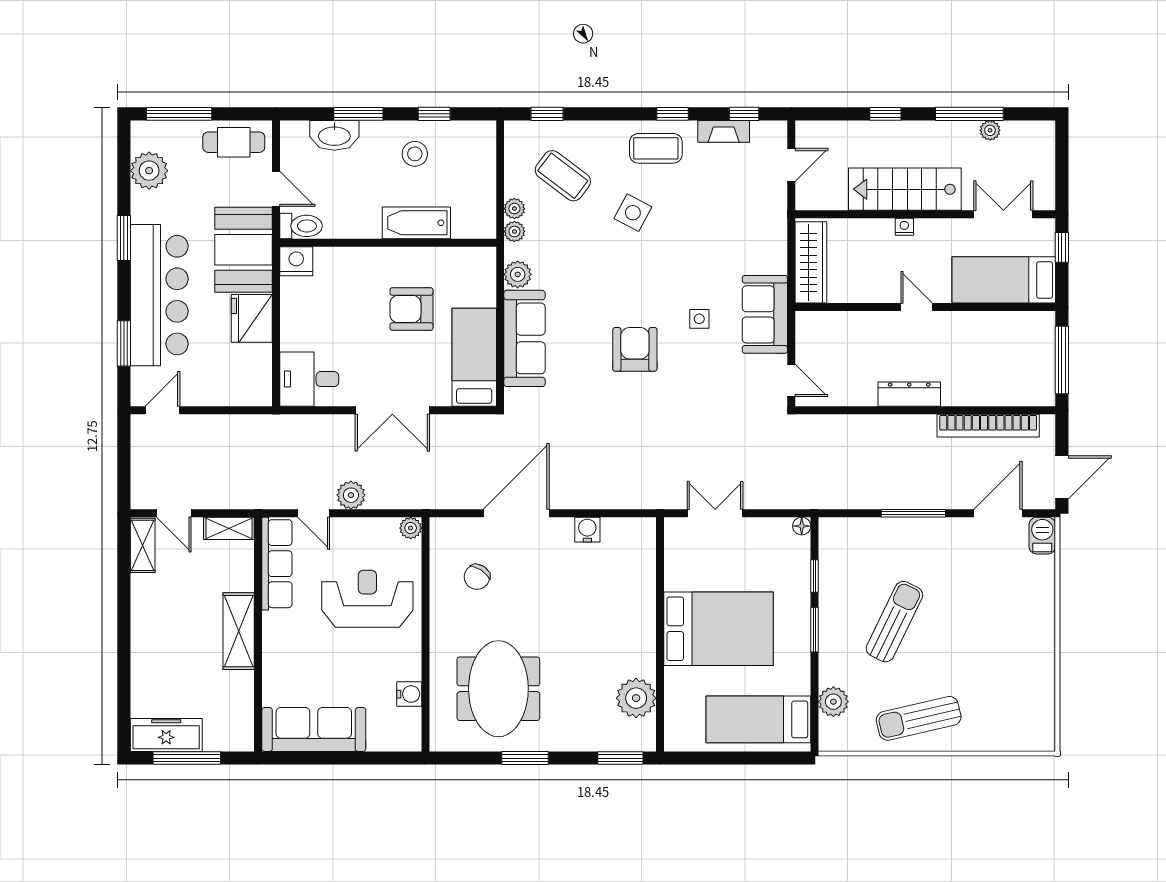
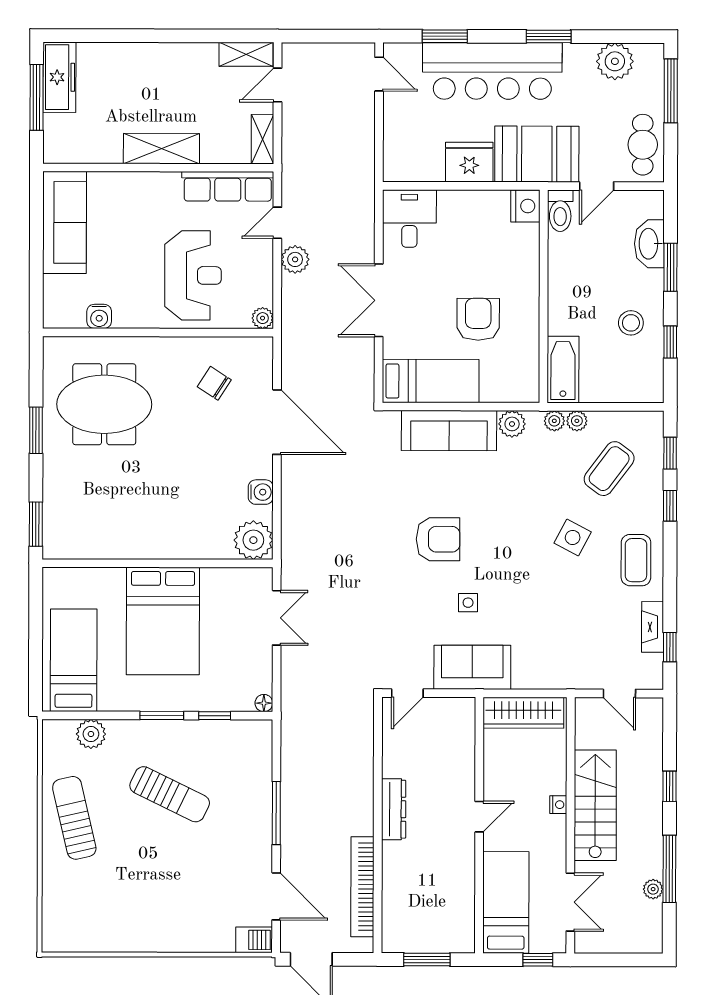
window: (672, 114) -> (670, 506), moved
bathtub: (416, 223) -> (563, 370), moved
window: (1062, 360) -> (427, 960), width x0.69
plant: (636, 698) -> (253, 540), moved

